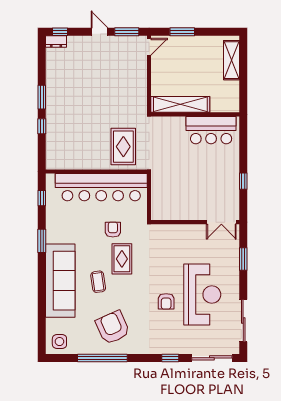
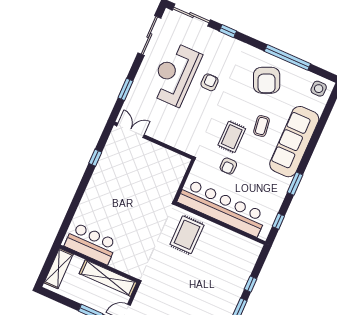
shelving: (180, 104) -> (108, 278), moved
wall: (195, 114) -> (99, 264), moved
bar counter: (211, 130) -> (91, 244), moved

